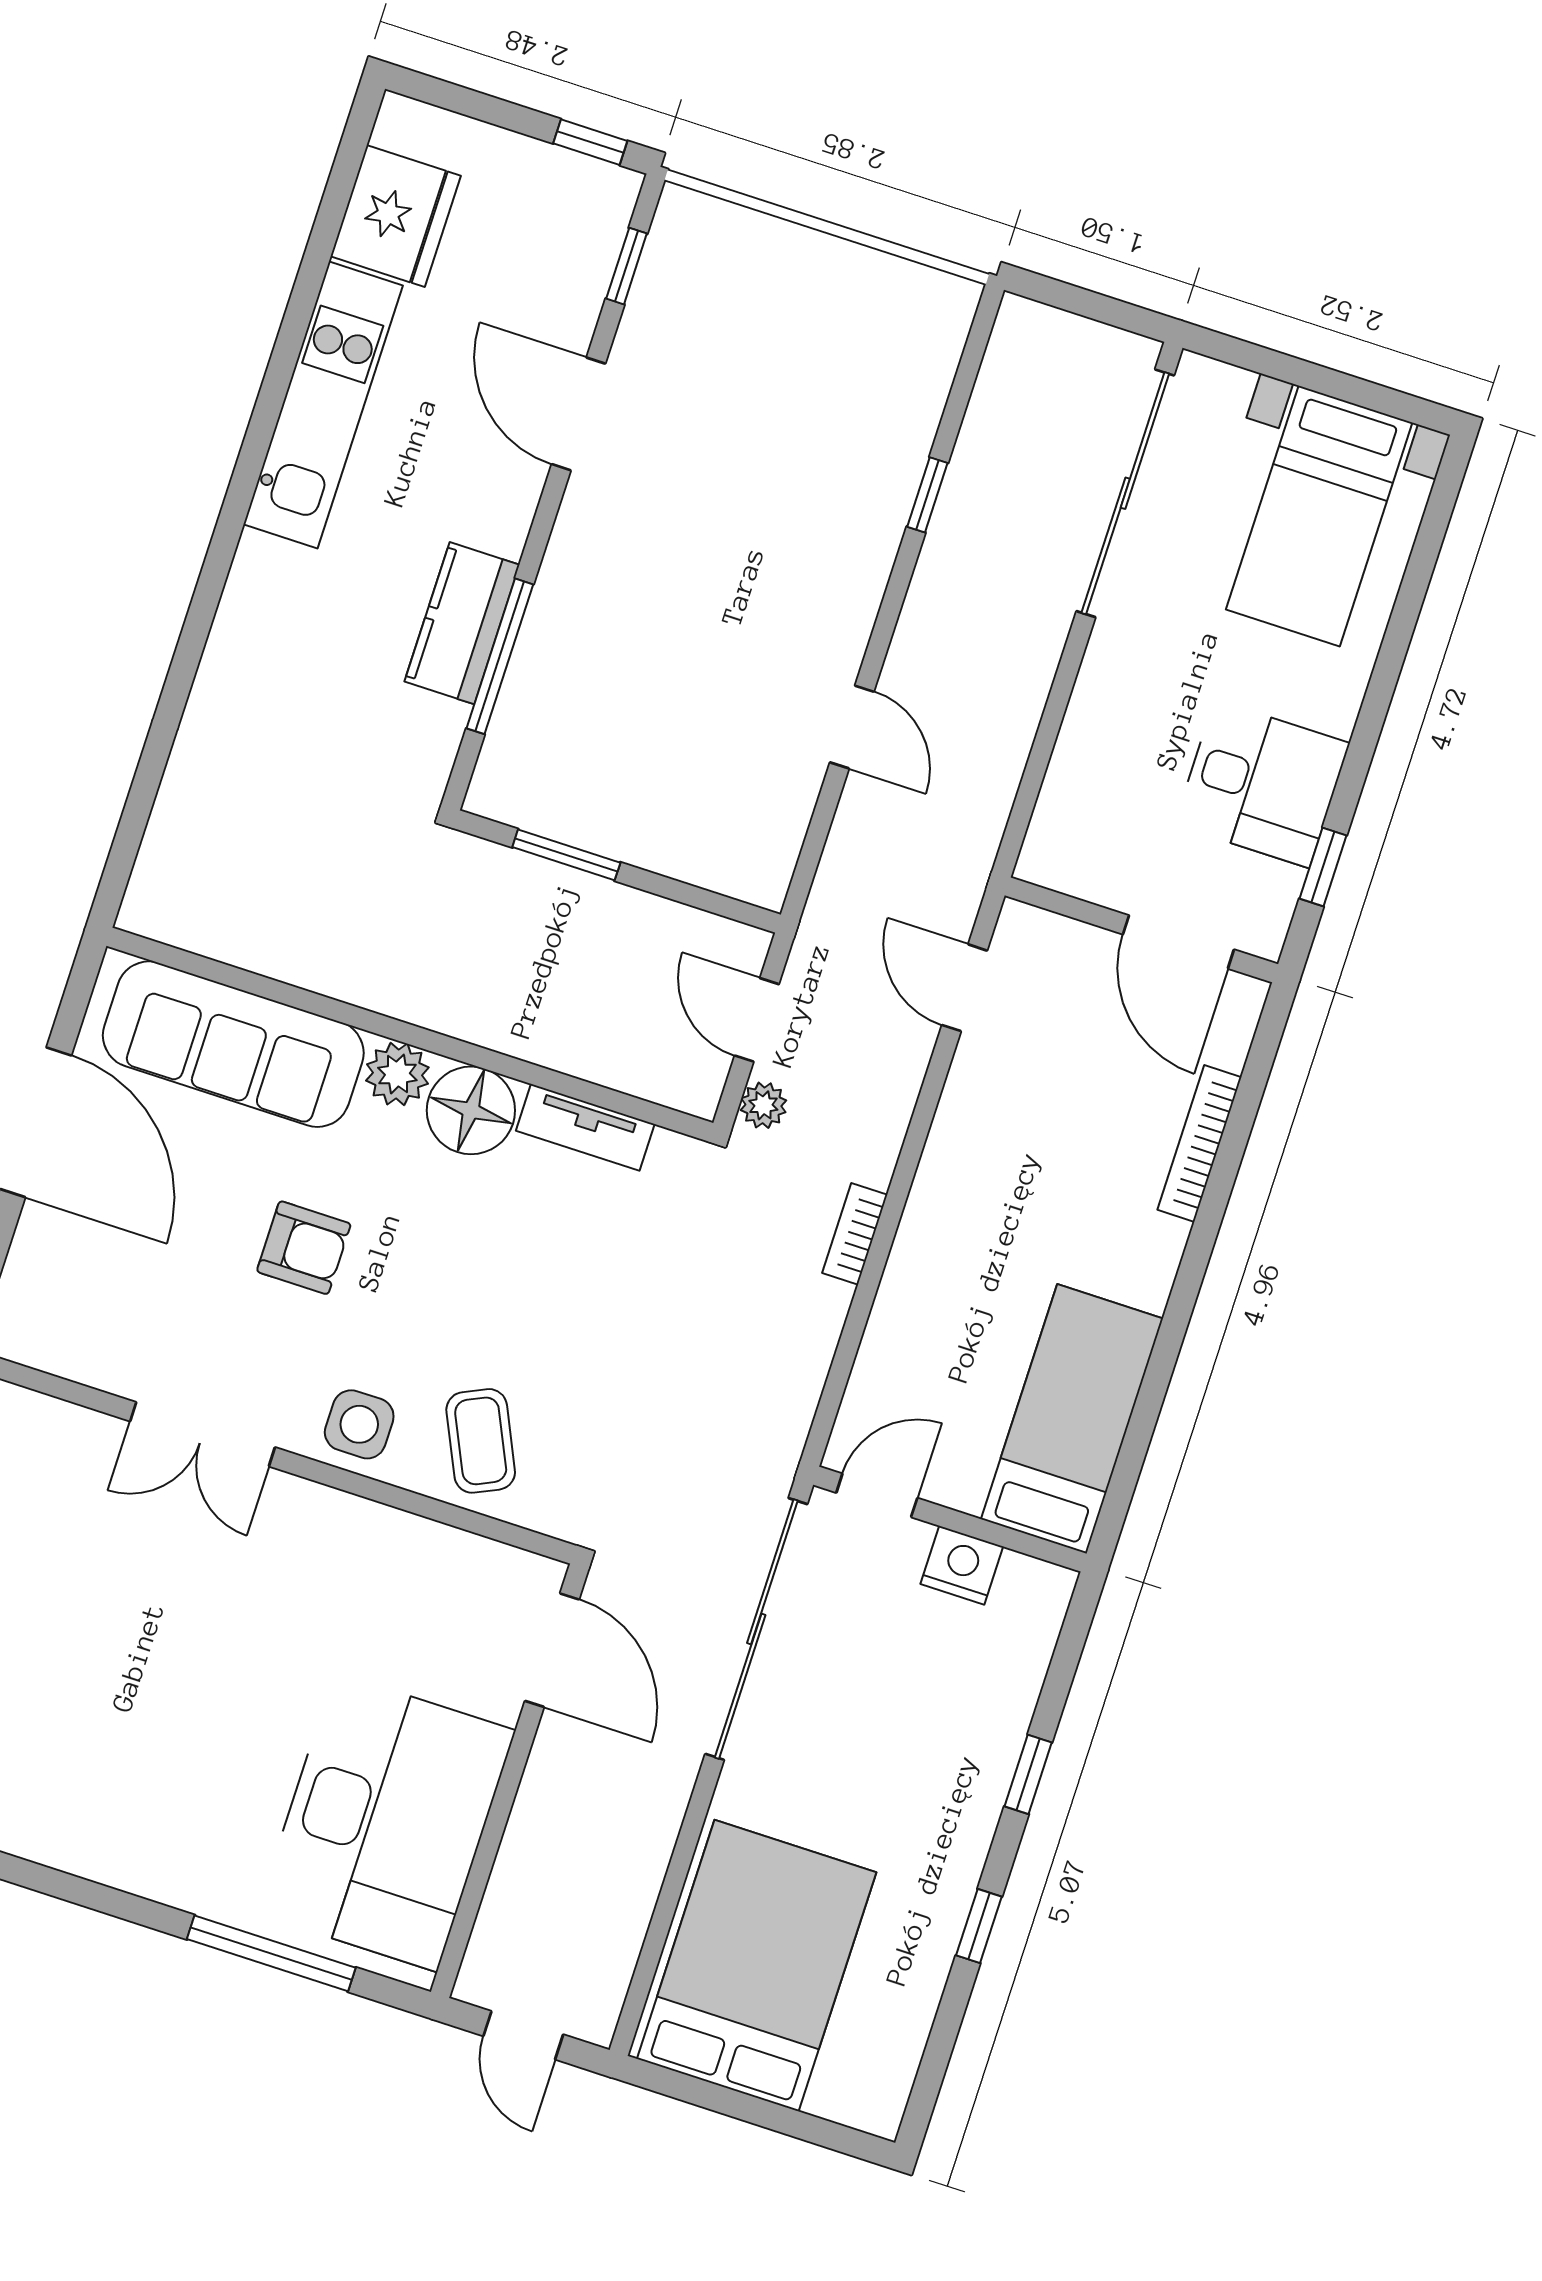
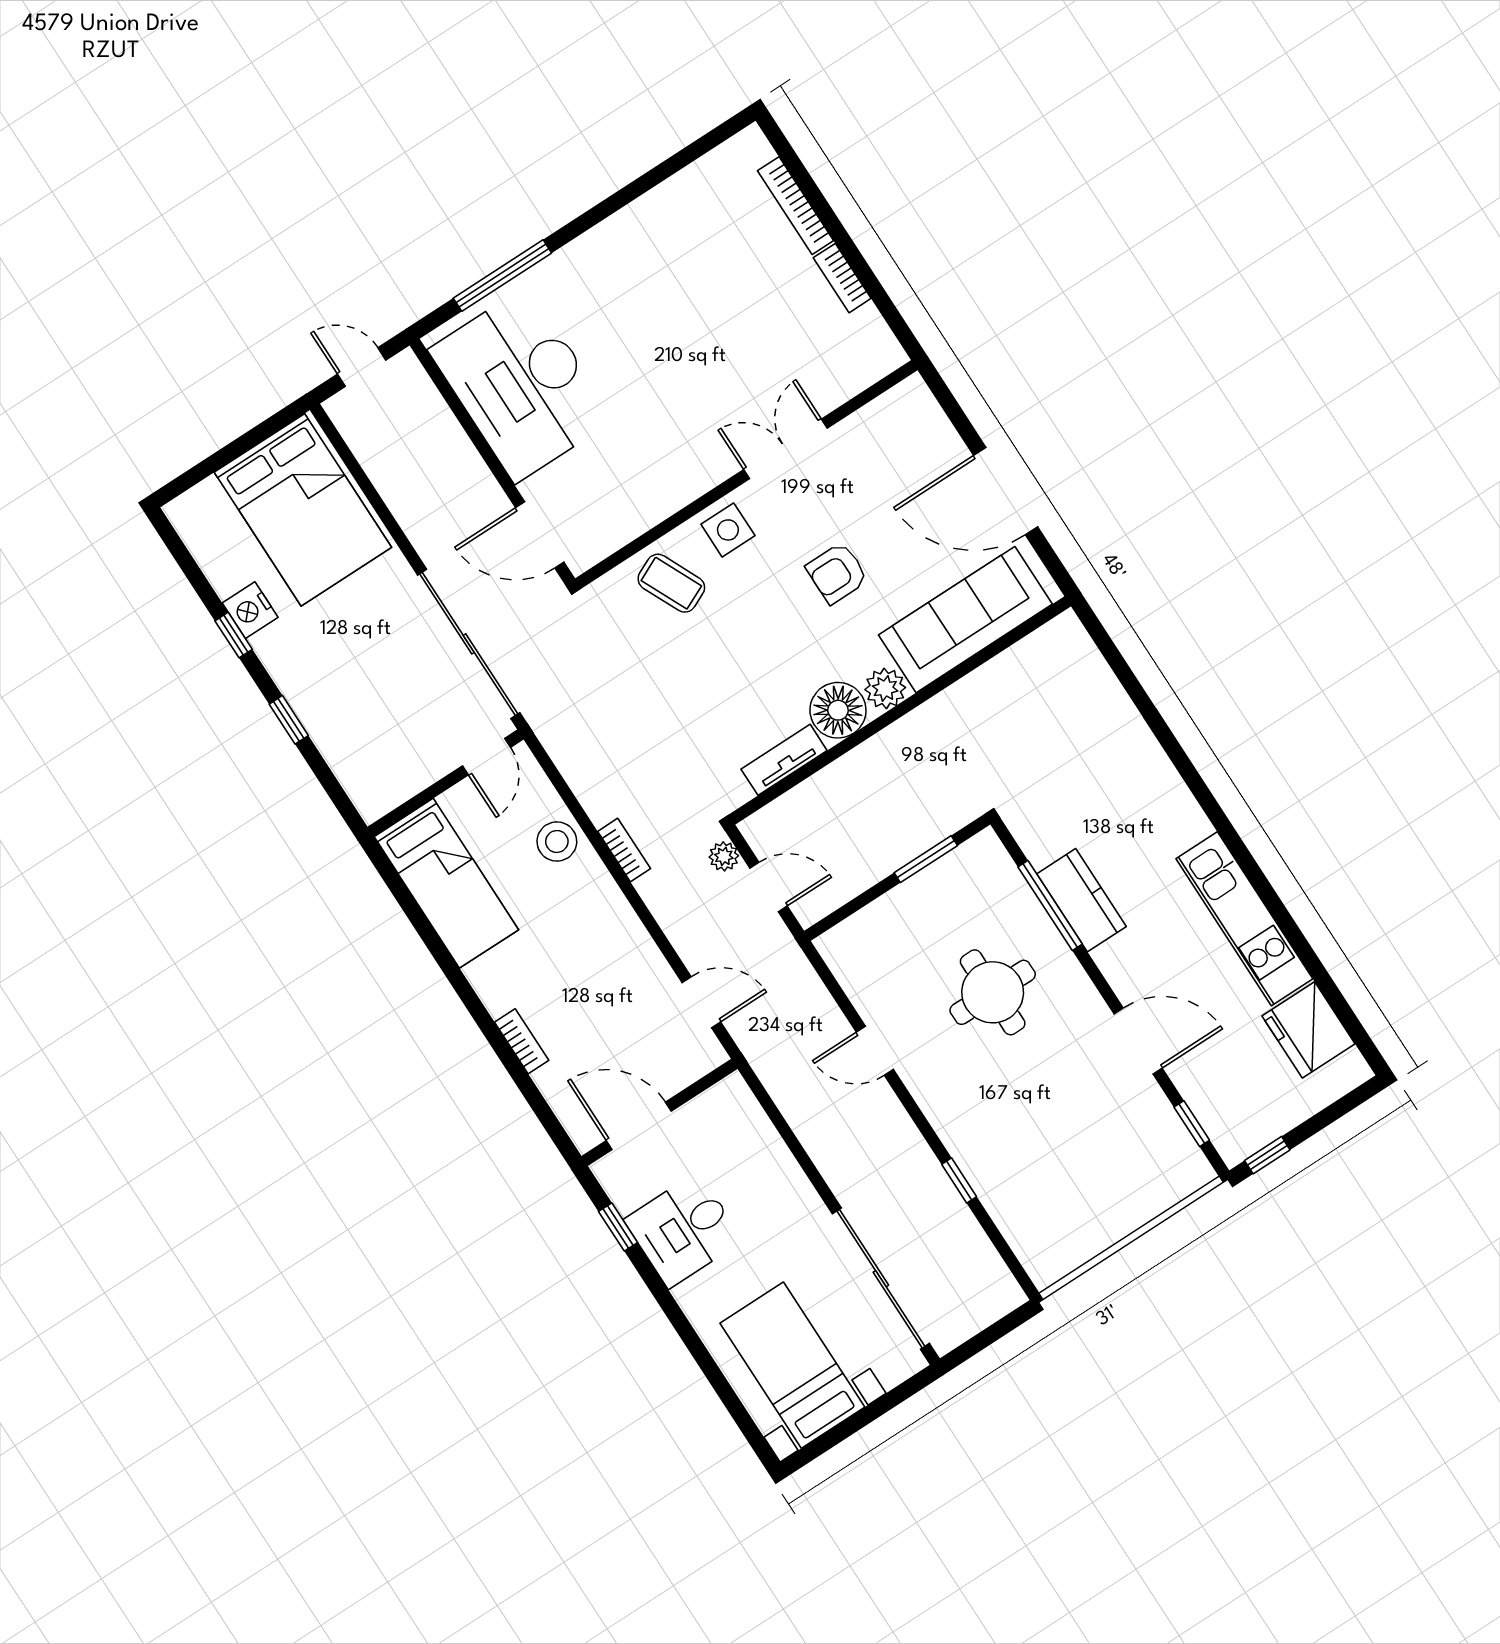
round table: (663, 641) -> (993, 992), added
bookcase: (1199, 1143) -> (522, 1041), width x0.64
stool: (911, 1325) -> (557, 842), added
nightstand: (962, 1565) -> (250, 610), moved, turned 90

